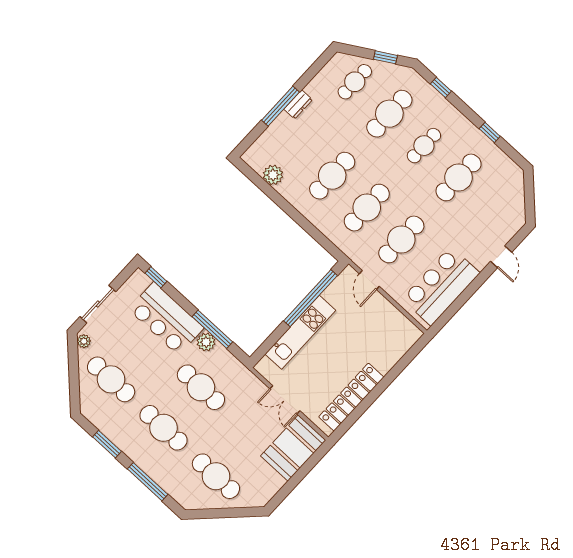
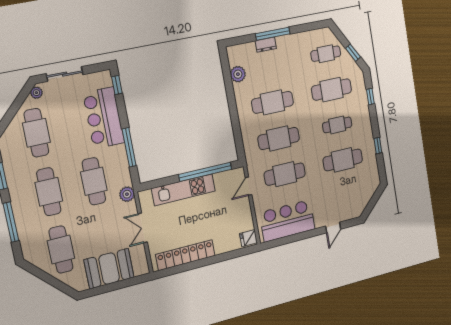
dresser: (298, 104) -> (266, 45), moved
fridge: (409, 334) -> (248, 238), added
plant: (206, 342) -> (127, 194), moved
booth: (293, 448) -> (109, 269), moved

